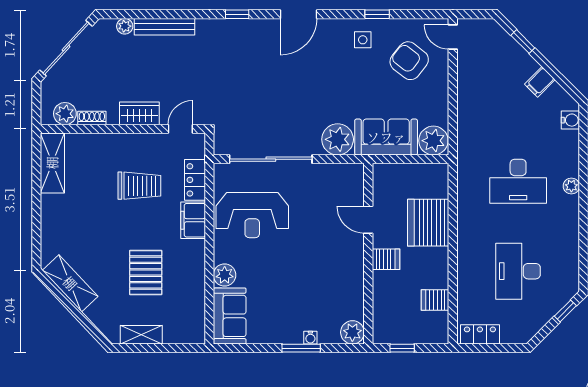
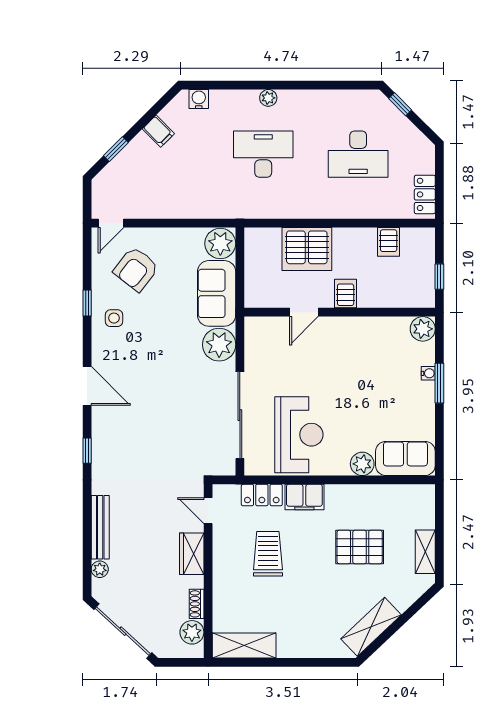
desk: (518, 181) -> (263, 154), turned -90

